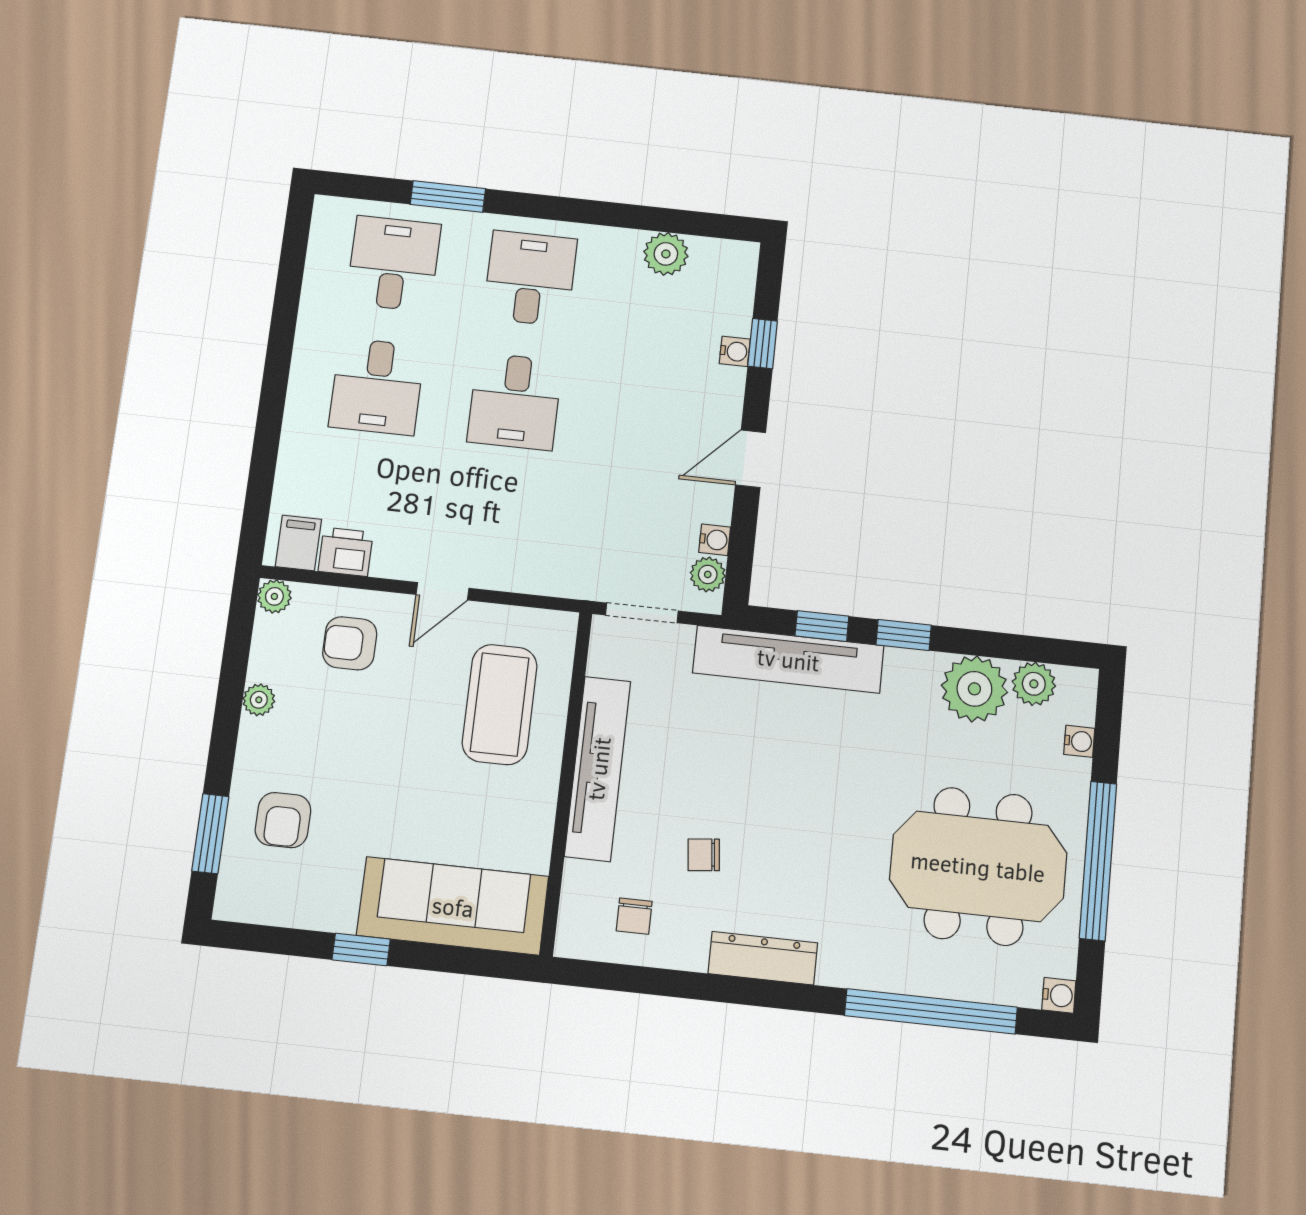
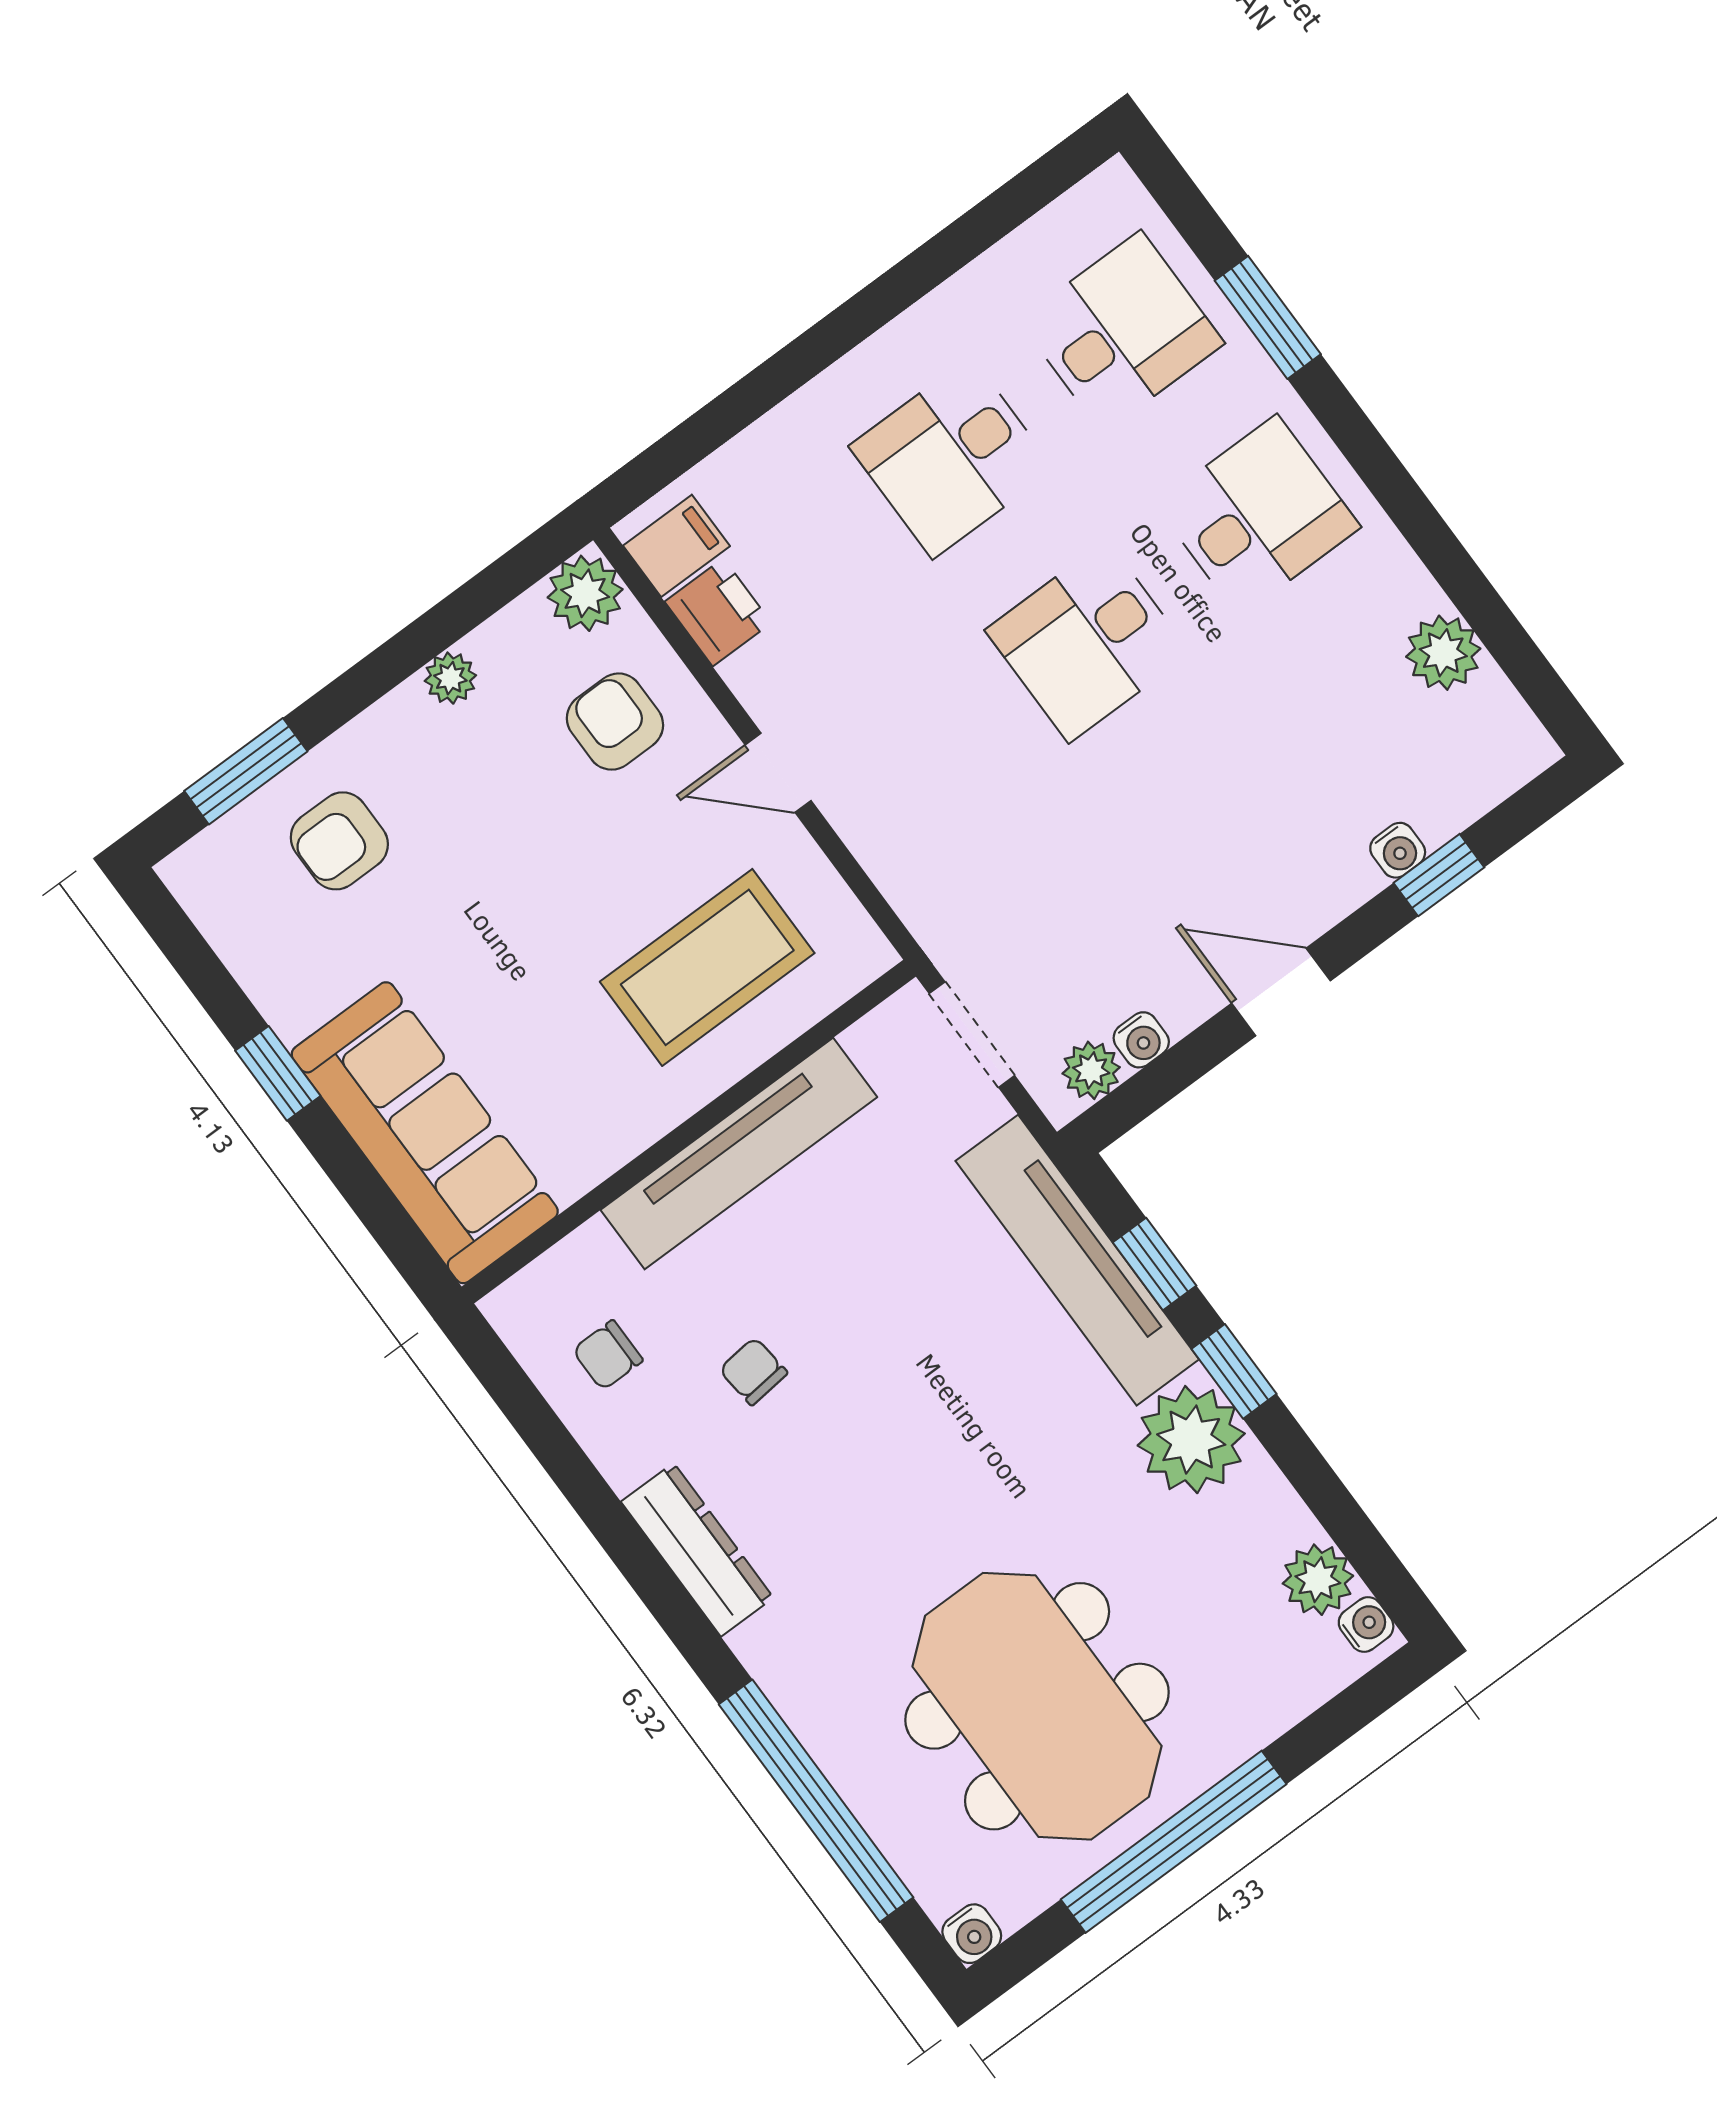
plant: (274, 596) -> (585, 593), width x1.38, depth x1.38
plant: (974, 689) -> (1191, 1440), moved
water cooler: (1079, 741) -> (1366, 1625), moved, turned -90

